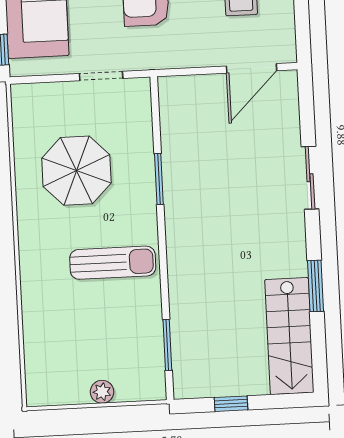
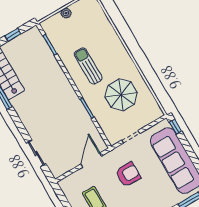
door: (252, 68) -> (91, 160), moved
sliding door: (310, 178) -> (36, 153), moved
sun lounger: (113, 263) -> (88, 66), turned 90

